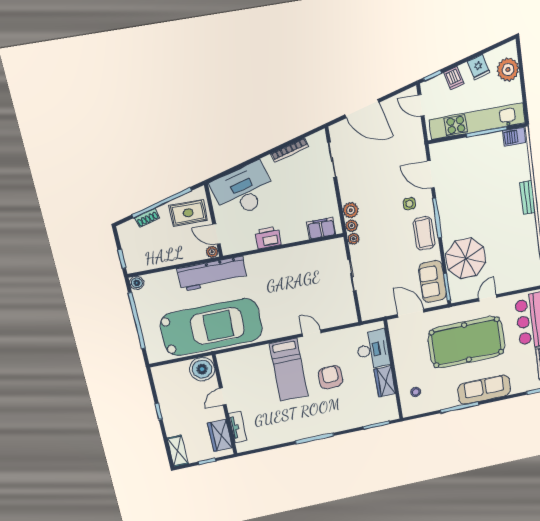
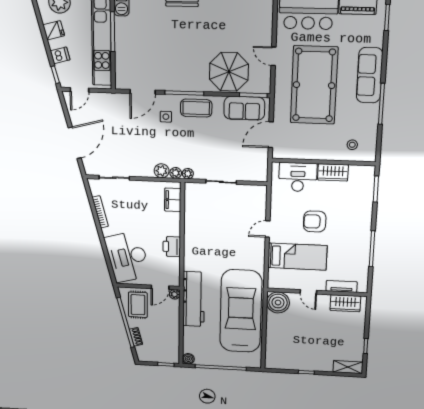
boiler: (202, 369) -> (278, 303), moved
door: (223, 396) -> (308, 292), moved
wall: (225, 405) -> (317, 292), moved
tv unit: (238, 427) -> (342, 286), moved
wardrobe: (220, 435) -> (345, 303), moved

